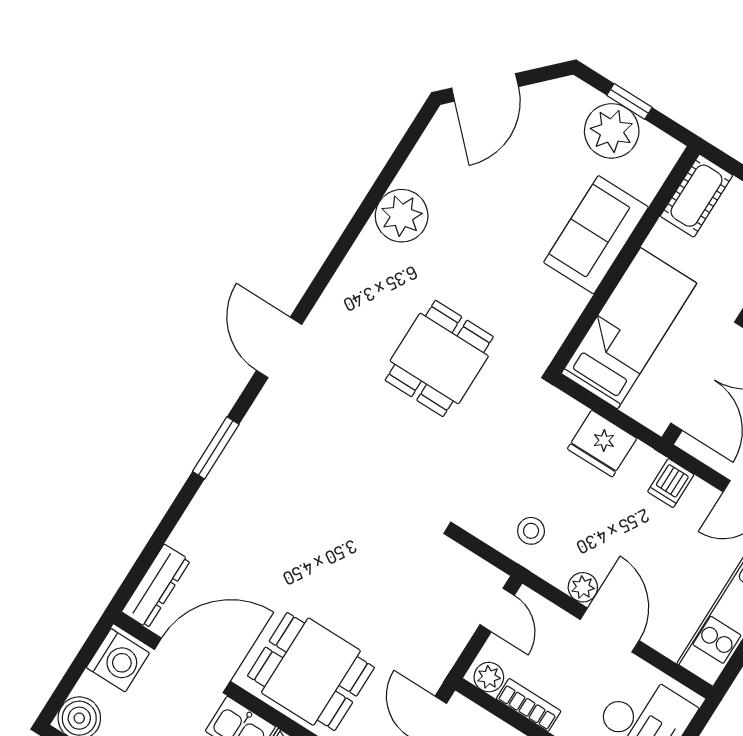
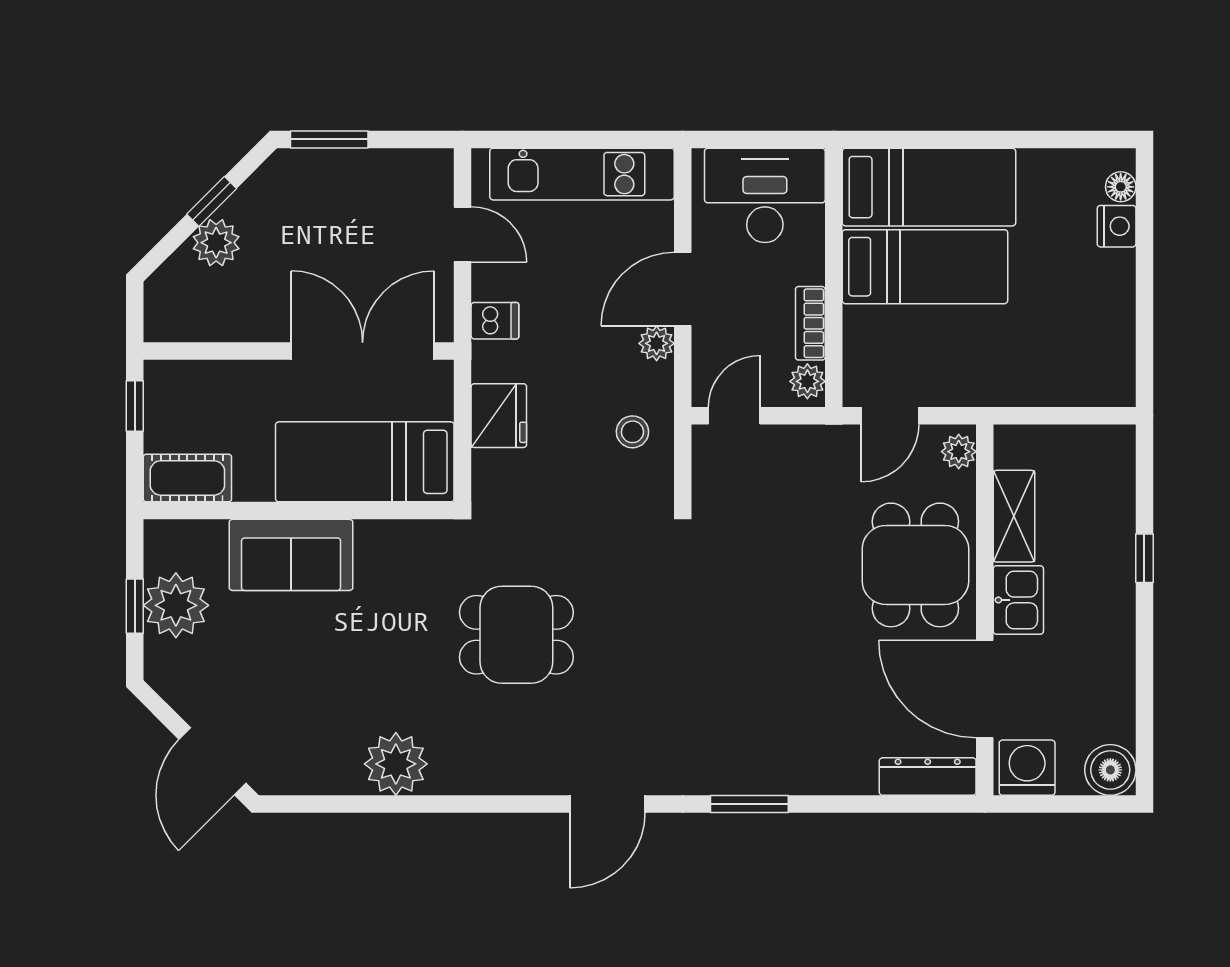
door: (485, 87) -> (213, 761), swing flipped

